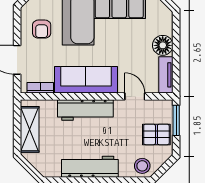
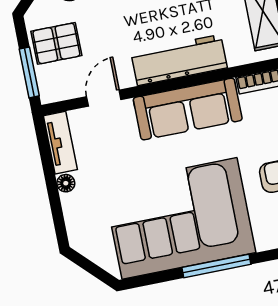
floor lamp: (163, 45) -> (66, 183), width x0.53, depth x0.53
door: (135, 96) -> (104, 98), swing flipped

